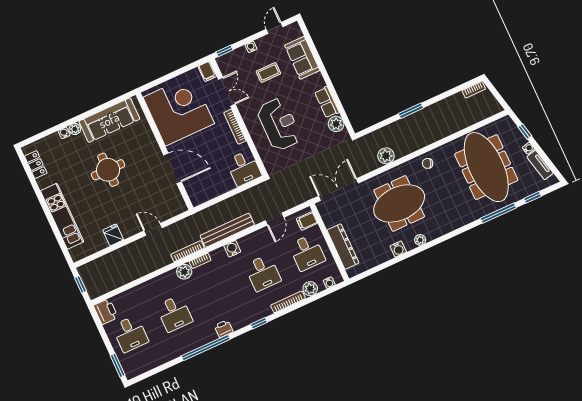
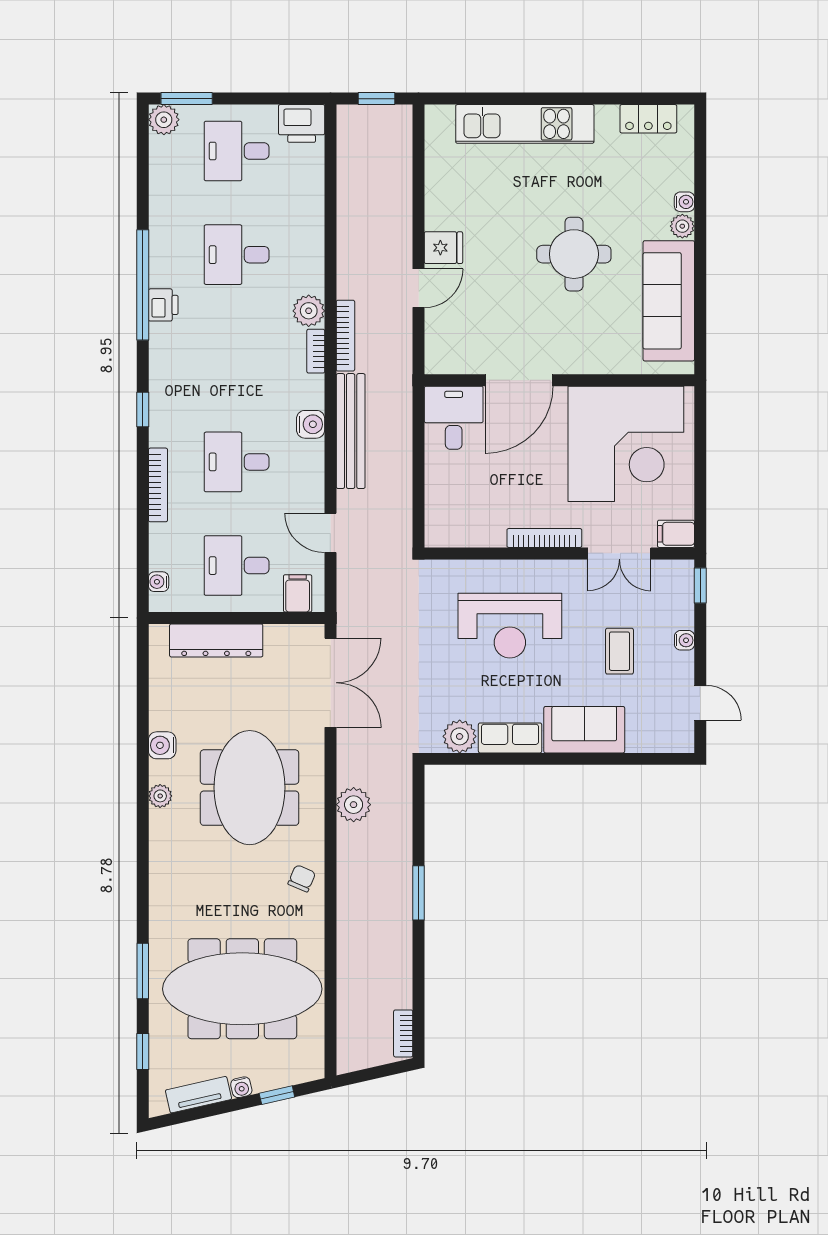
sofa: (302, 58) -> (584, 730), moved
desk: (244, 168) -> (454, 418), moved, turned 90
window: (498, 213) -> (143, 971), width x0.69
fridge: (113, 235) -> (443, 248), moved
plant: (310, 289) -> (164, 120), moved
printer: (224, 329) -> (163, 305), moved

